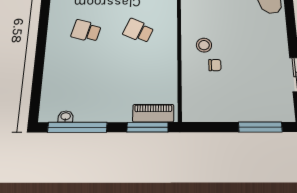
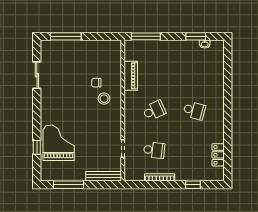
school desk: (138, 31) -> (154, 111), turned -48
piano: (153, 113) -> (131, 76), moved, turned -90
window: (77, 127) -> (196, 36), width x0.47

